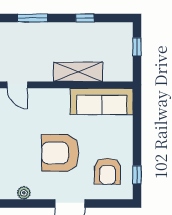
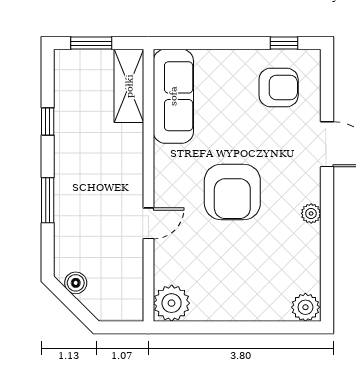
window: (137, 47) -> (91, 43), width x1.50
shelving: (78, 72) -> (129, 86), moved
armchair: (60, 153) -> (232, 192), moved

